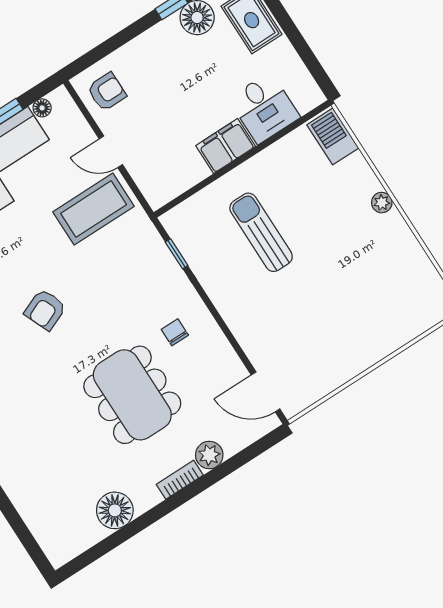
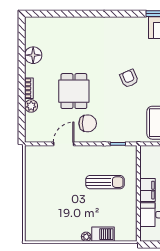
barbecue: (333, 136) -> (103, 234), moved
chair: (175, 332) -> (88, 123), width x1.87, depth x1.87
door: (266, 392) -> (64, 144), moved
dining table: (132, 395) -> (74, 91), width x0.73

